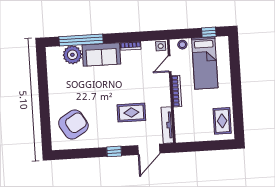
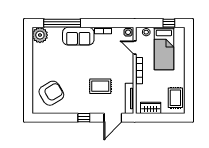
plant: (72, 55) -> (40, 35), moved
door: (170, 64) -> (135, 48), hinge flipped
wardrobe: (193, 135) -> (151, 108), added

